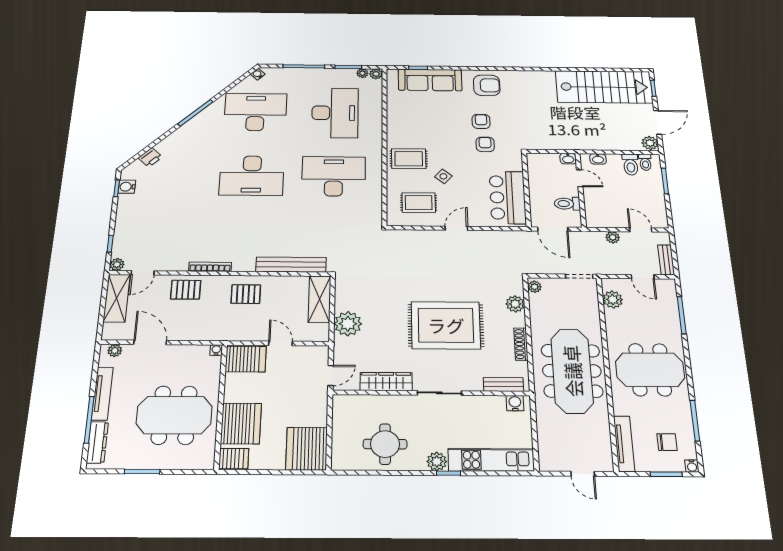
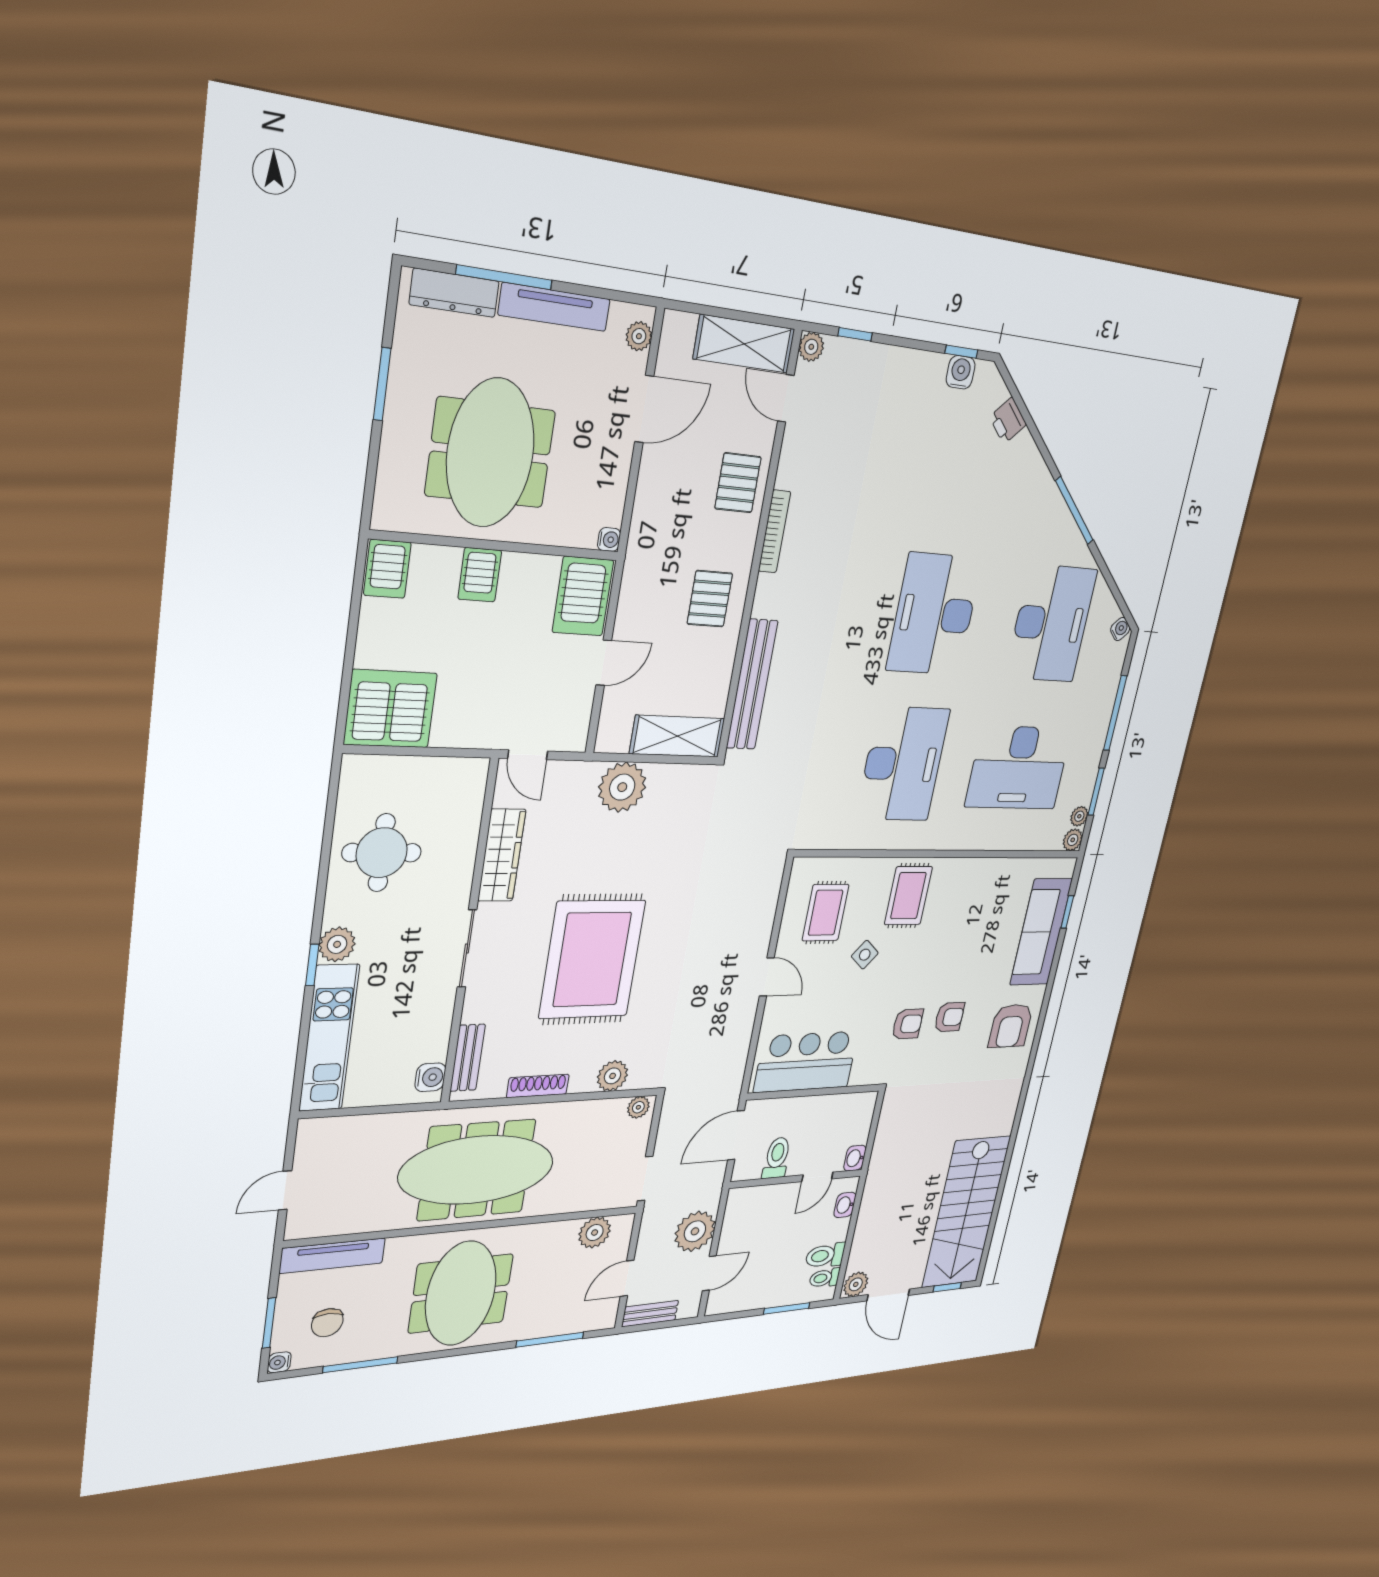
plant: (613, 237) -> (695, 1231), width x1.88, depth x1.88
server rack: (241, 423) -> (480, 575), width x0.46, depth x0.70

